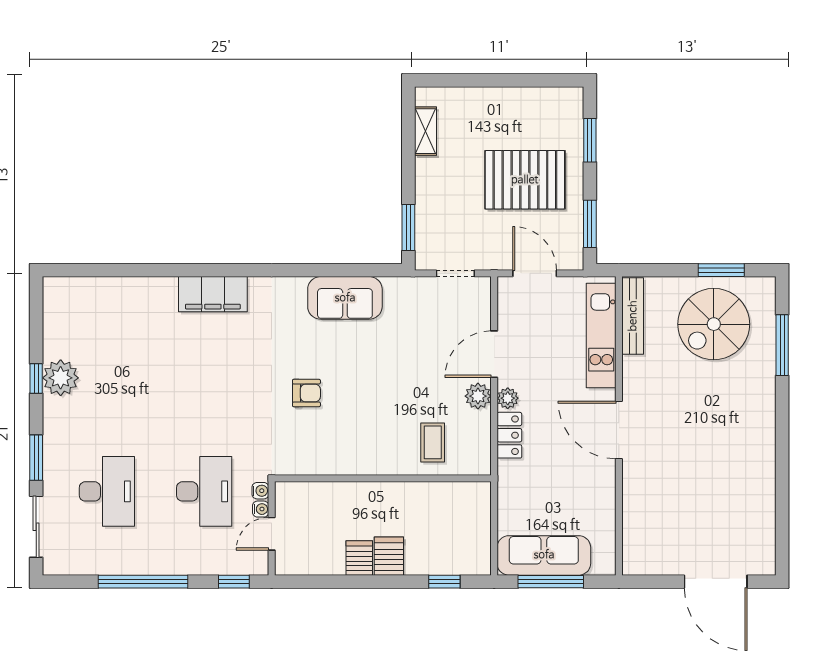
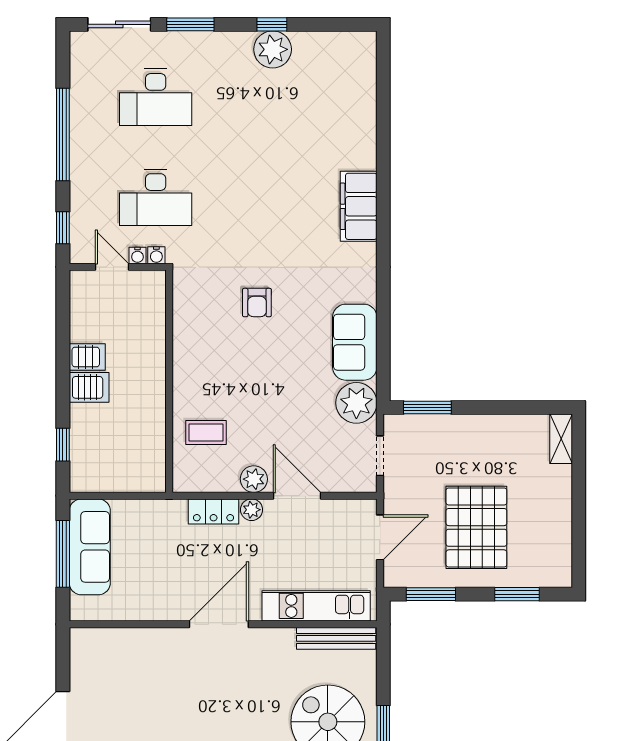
shelving: (426, 131) -> (561, 439), moved, turned 90
plant: (404, 296) -> (356, 403), added

